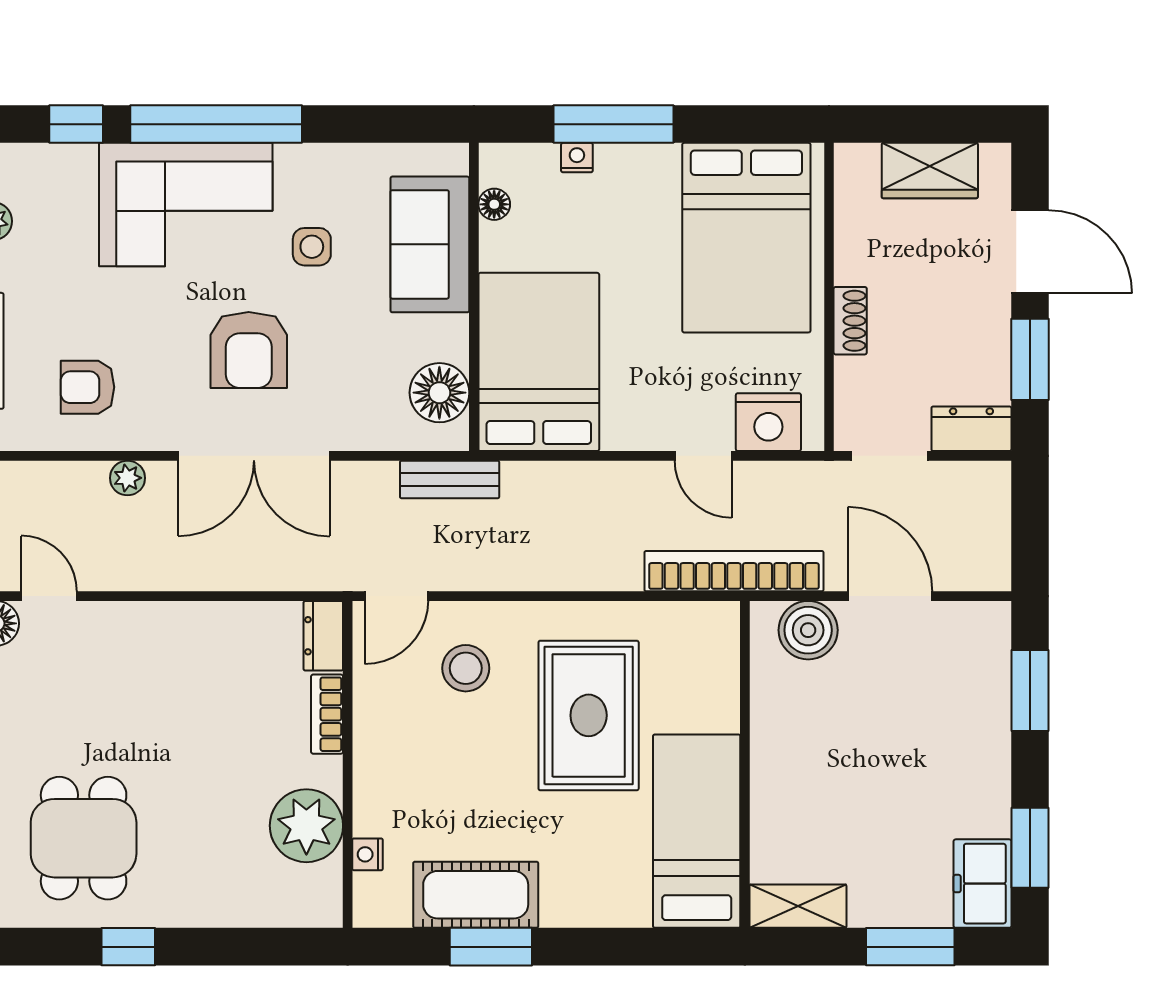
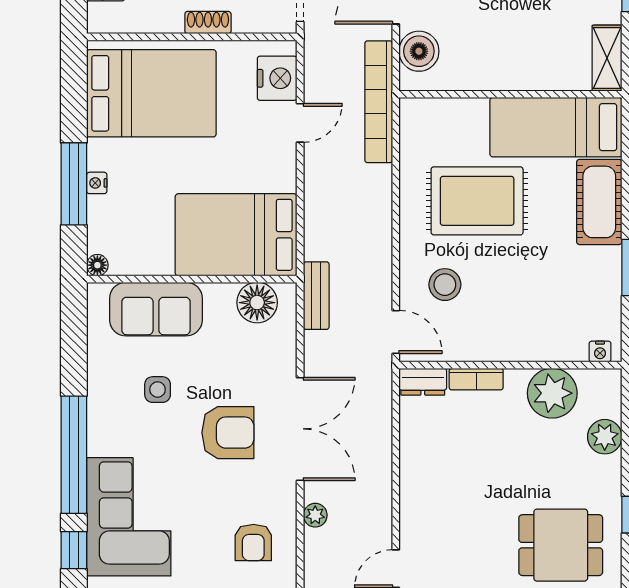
nightstand: (577, 158) -> (97, 183), moved
floor lamp: (494, 204) -> (97, 265), moved
corner sofa: (186, 205) -> (129, 517), moved
nightstand: (368, 854) -> (600, 352), moved
cot: (476, 895) -> (599, 202), moved
plant: (243, 903) -> (605, 437), added

